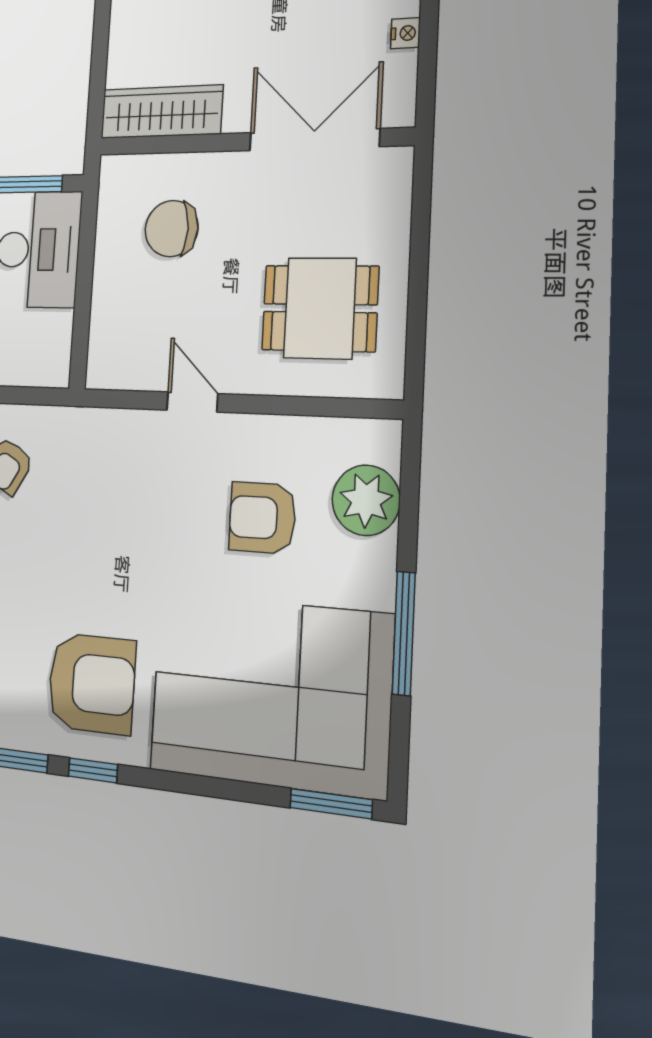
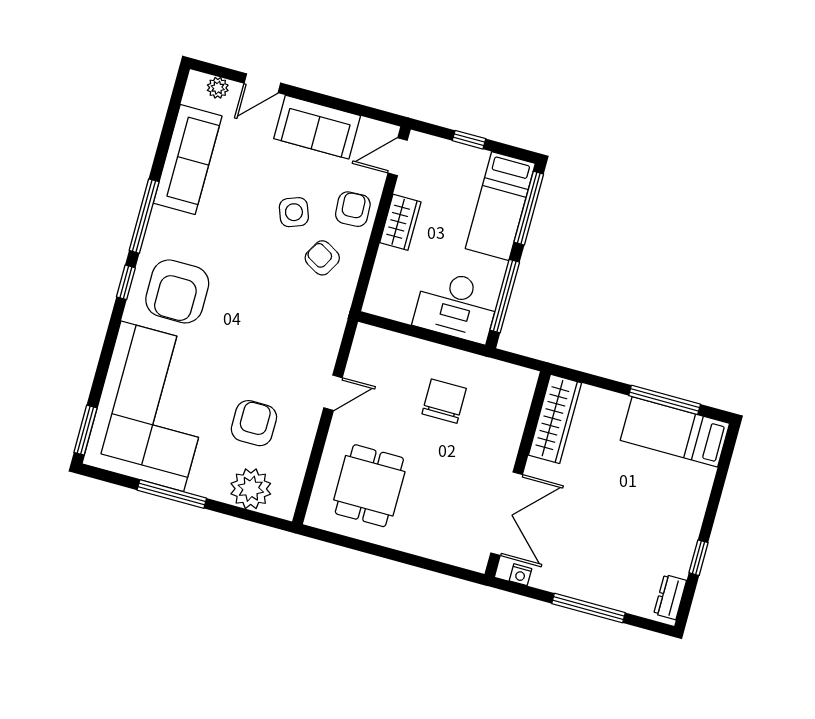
wardrobe: (161, 112) -> (555, 419), moved
double door: (314, 140) -> (507, 514), moved
wall: (252, 142) -> (517, 474), moved

